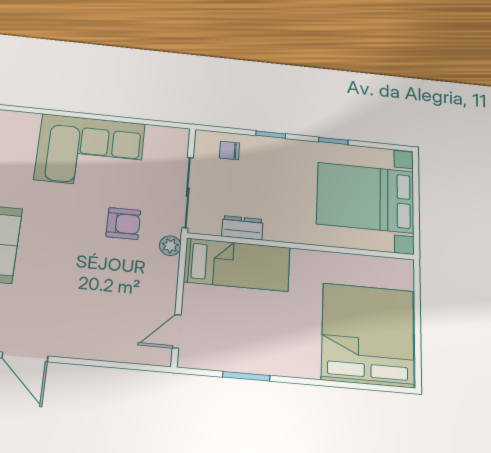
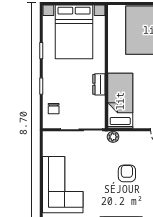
armchair: (123, 223) -> (127, 173), moved
dresser: (242, 228) -> (99, 84), moved

